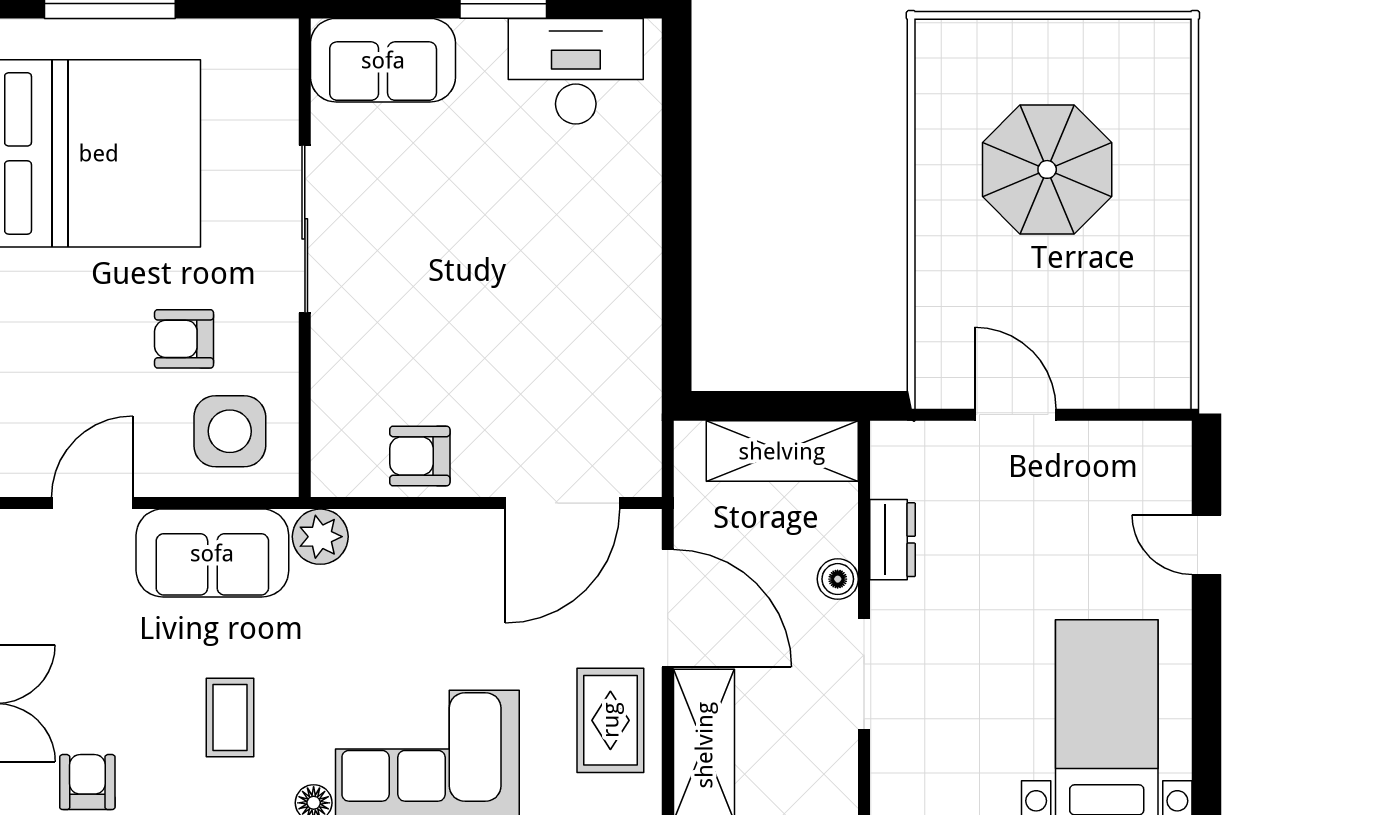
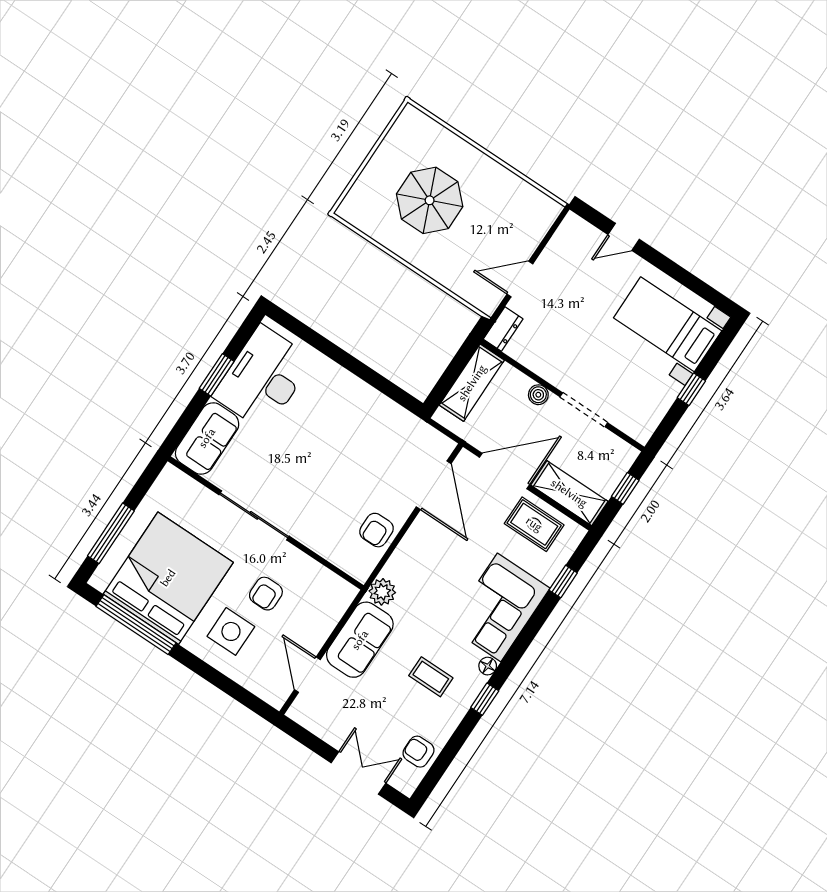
desk: (576, 71) -> (263, 378), width x1.36, depth x1.30
side table: (230, 431) -> (231, 631), moved
dresser: (893, 540) -> (503, 329), moved, turned 90

